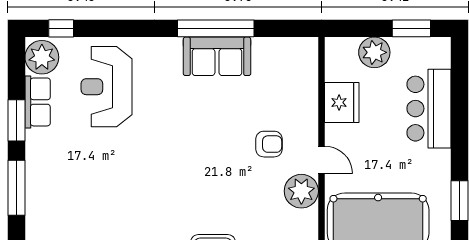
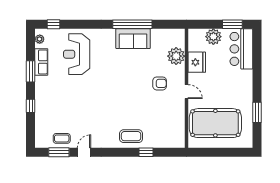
plant: (42, 57) -> (40, 39), width x0.53, depth x0.53
bar counter: (429, 109) -> (241, 49), moved
window: (16, 188) -> (31, 106), width x0.46
plant: (301, 191) -> (176, 56), moved

